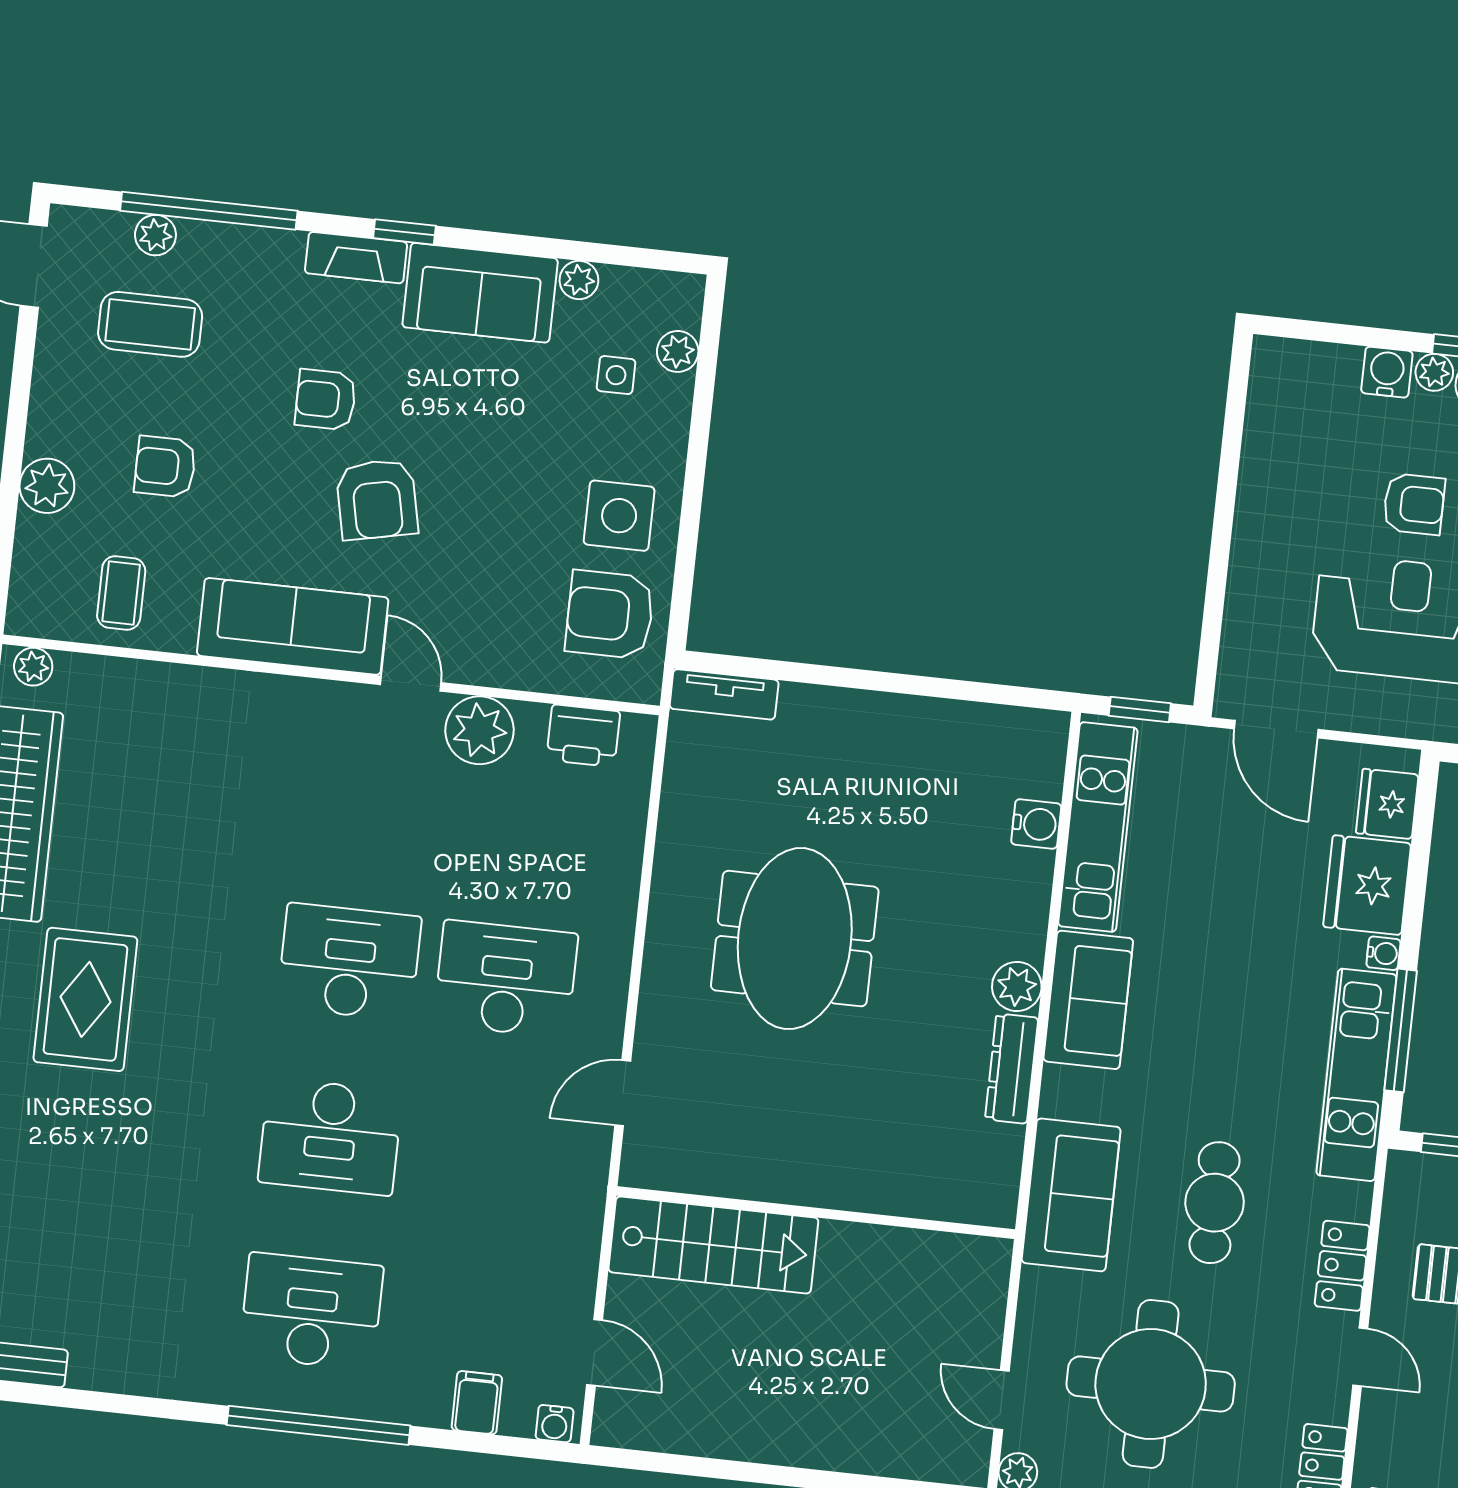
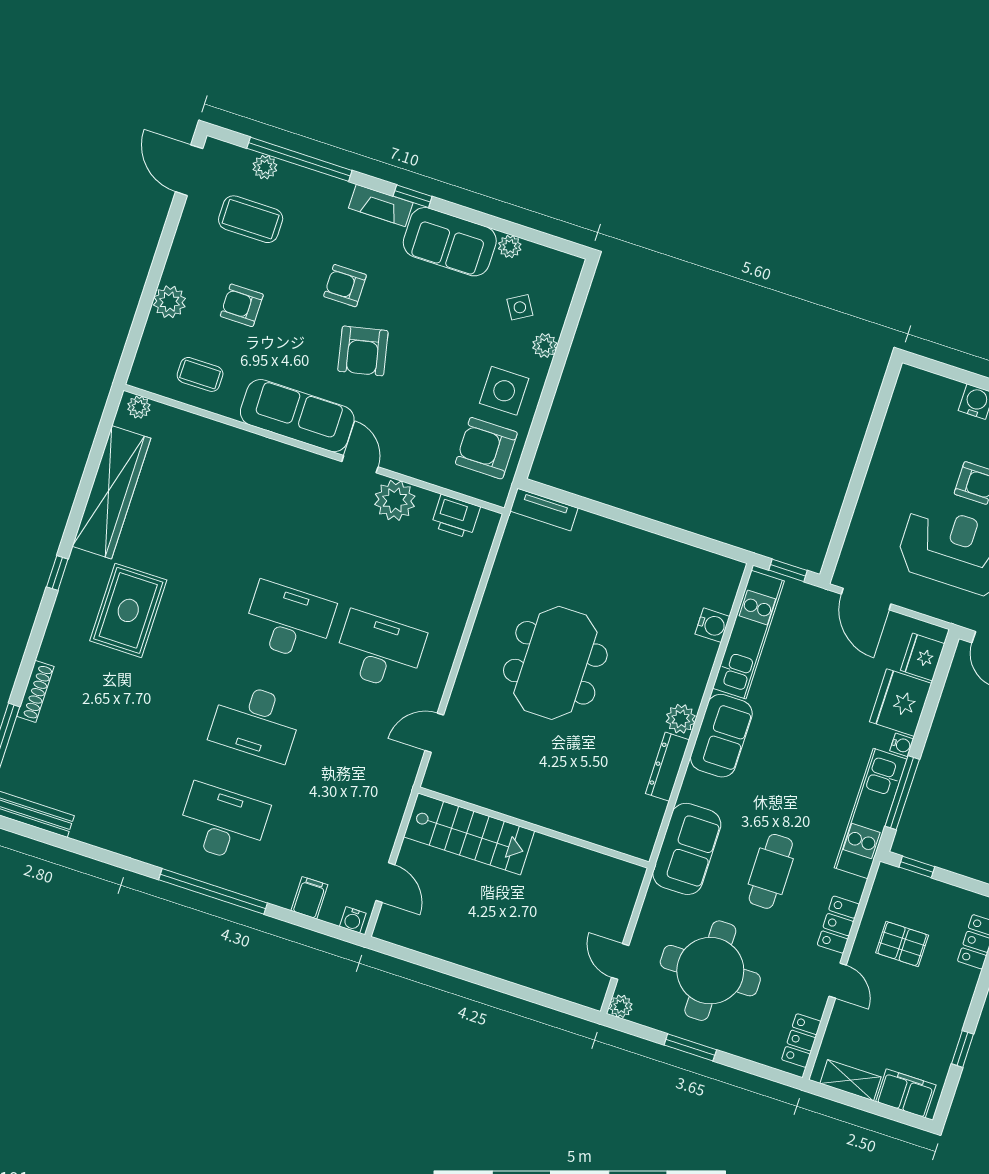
plant: (678, 351) -> (545, 345), moved
side table: (616, 375) -> (520, 307), turned -31
coffee table: (121, 593) -> (200, 374), turned 90

